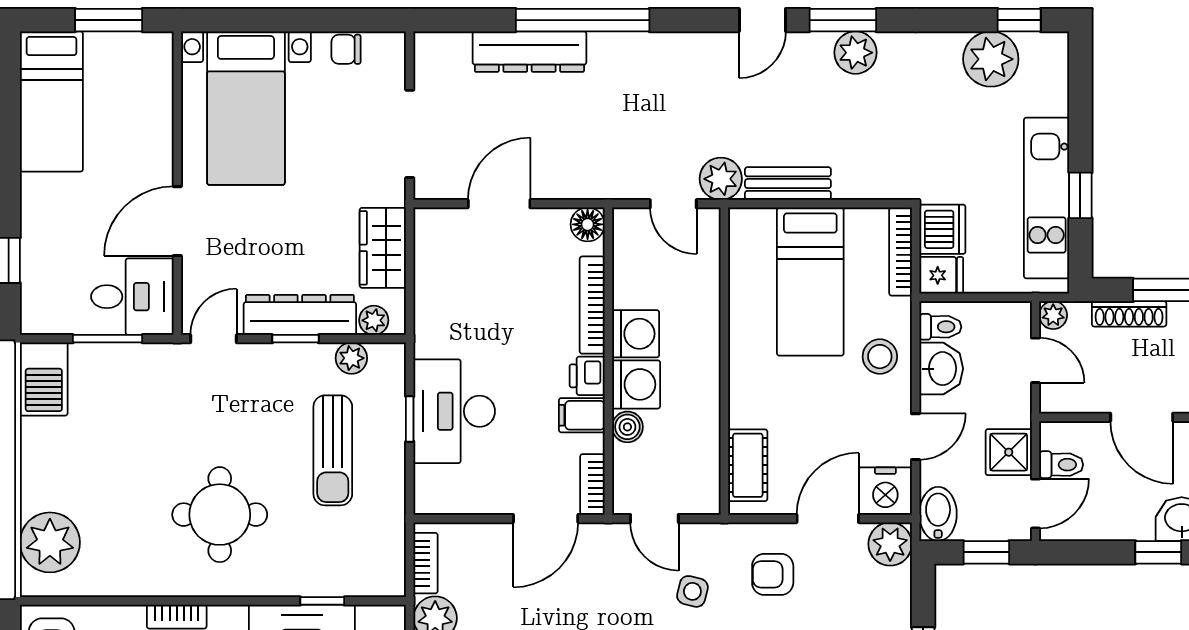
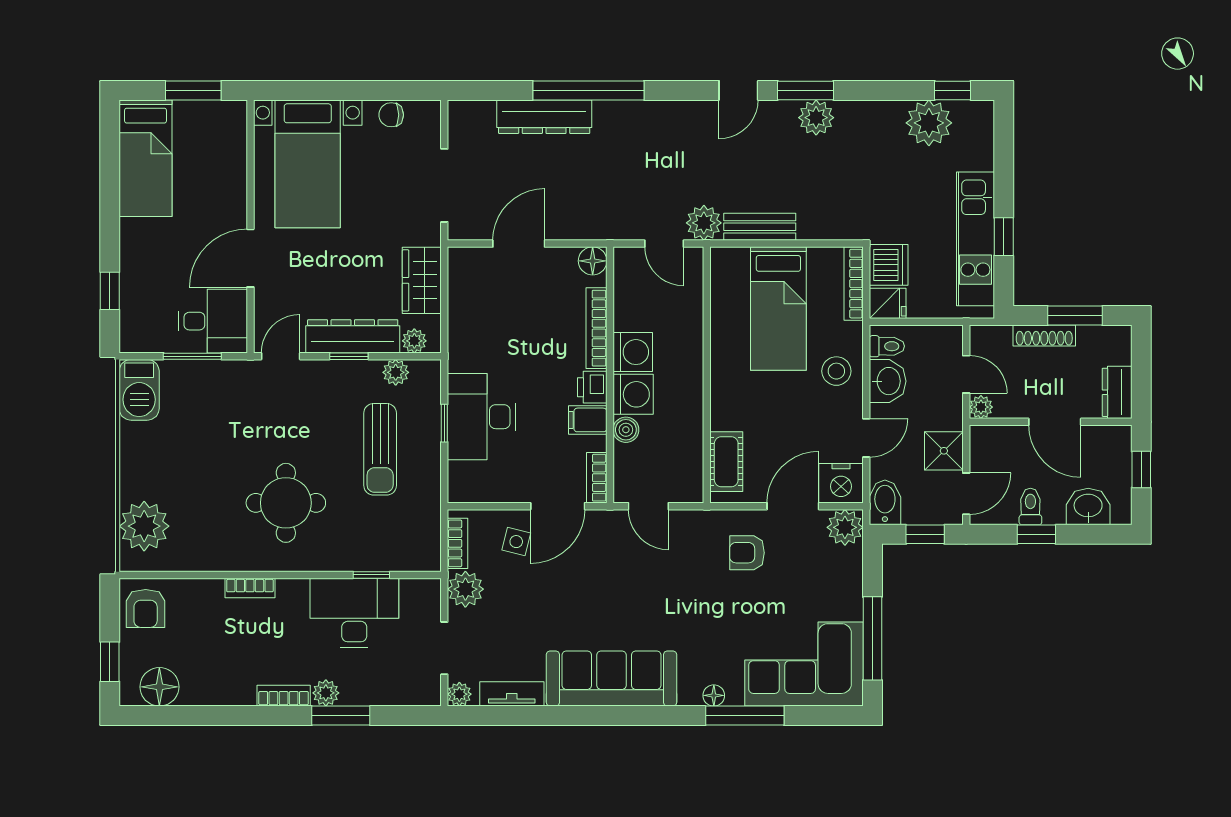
plant: (1053, 315) -> (981, 407), moved
toilet: (1061, 465) -> (1030, 507), moved, turned -90
window: (1158, 552) -> (1036, 534), moved
side table: (692, 591) -> (516, 542), moved

